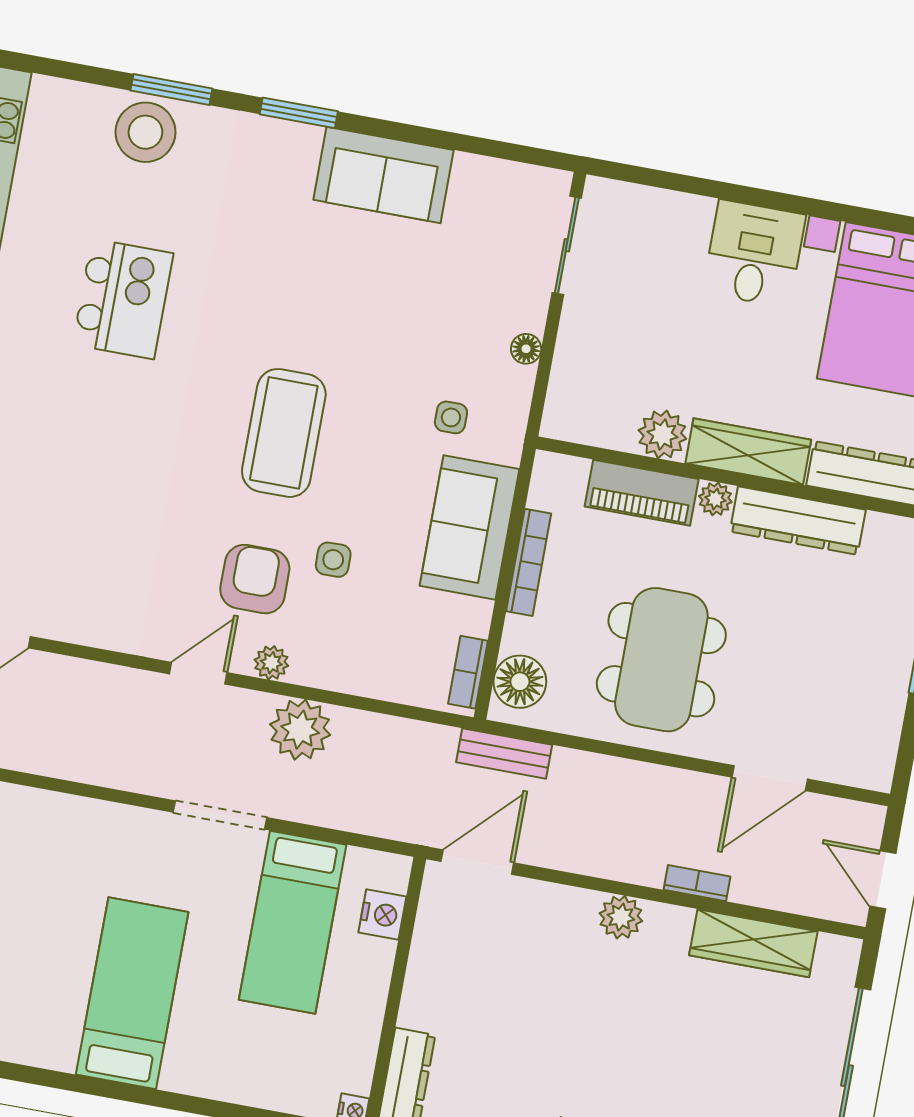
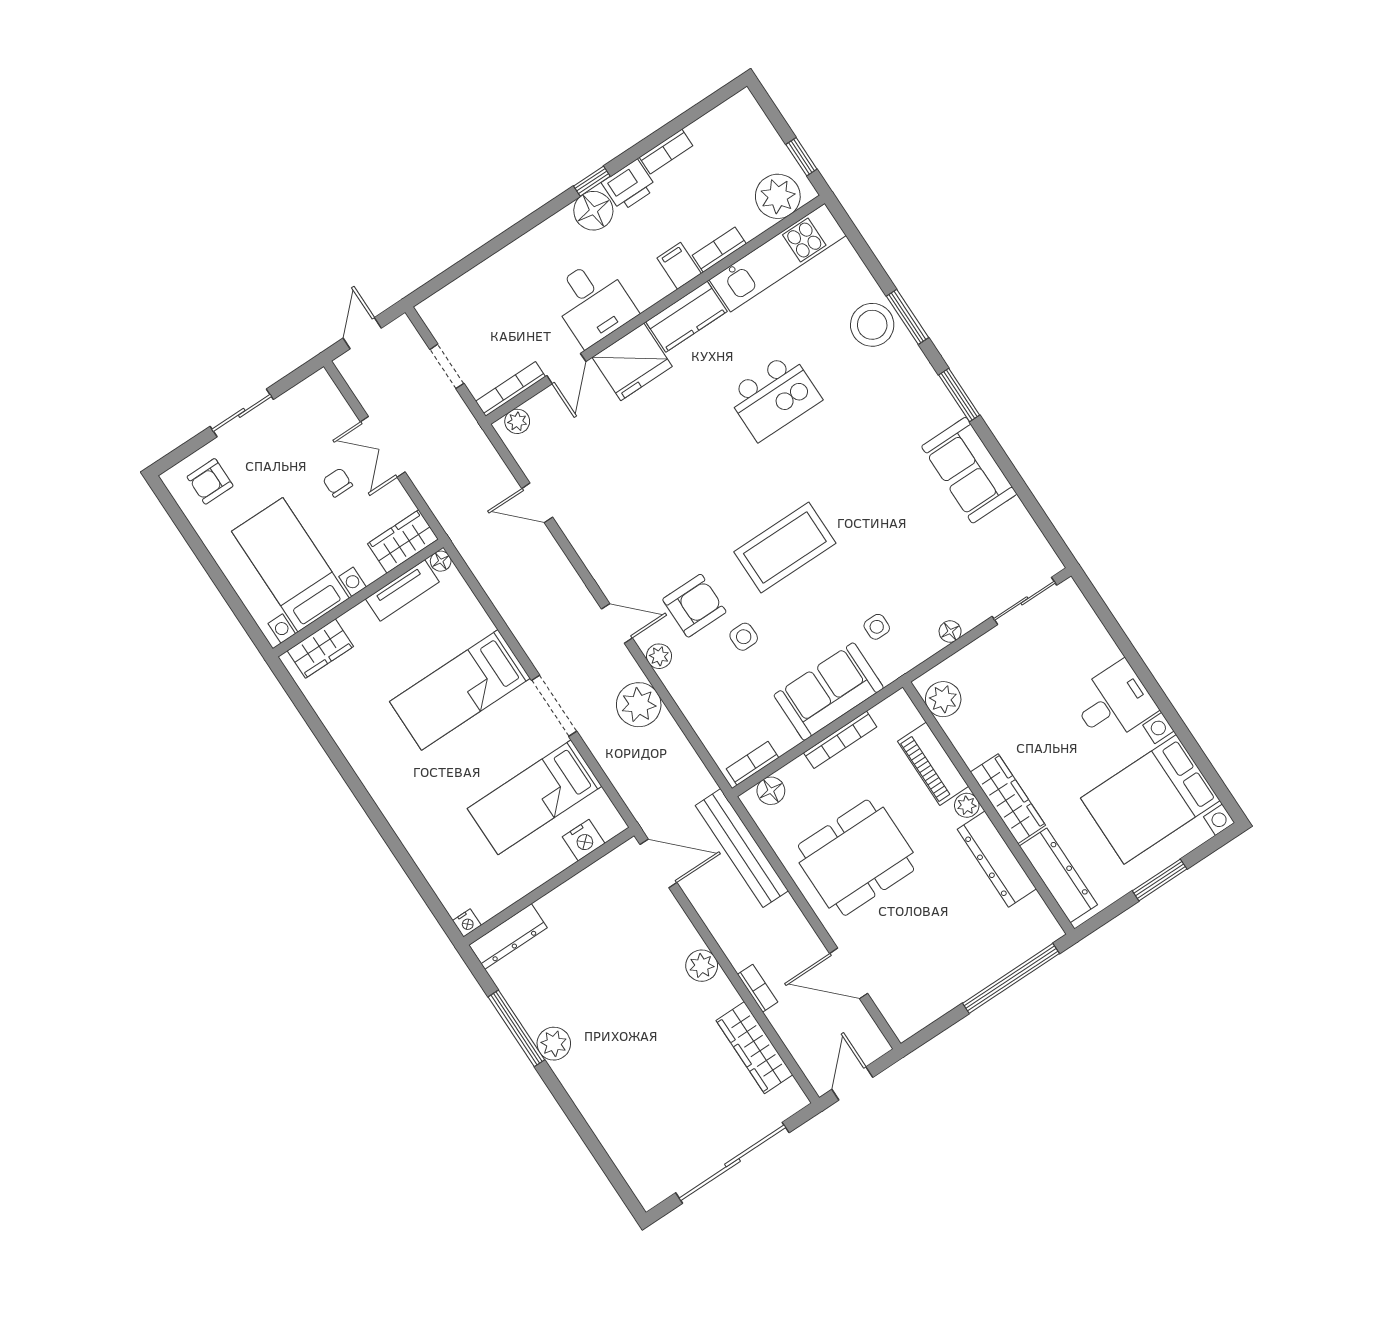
plant: (662, 434) -> (943, 699), moved
floor lamp: (520, 682) -> (771, 791), width x0.73, depth x0.73
bench: (504, 754) -> (742, 848), width x1.86, depth x1.21
bed: (132, 993) -> (460, 690), moved, turned 180

